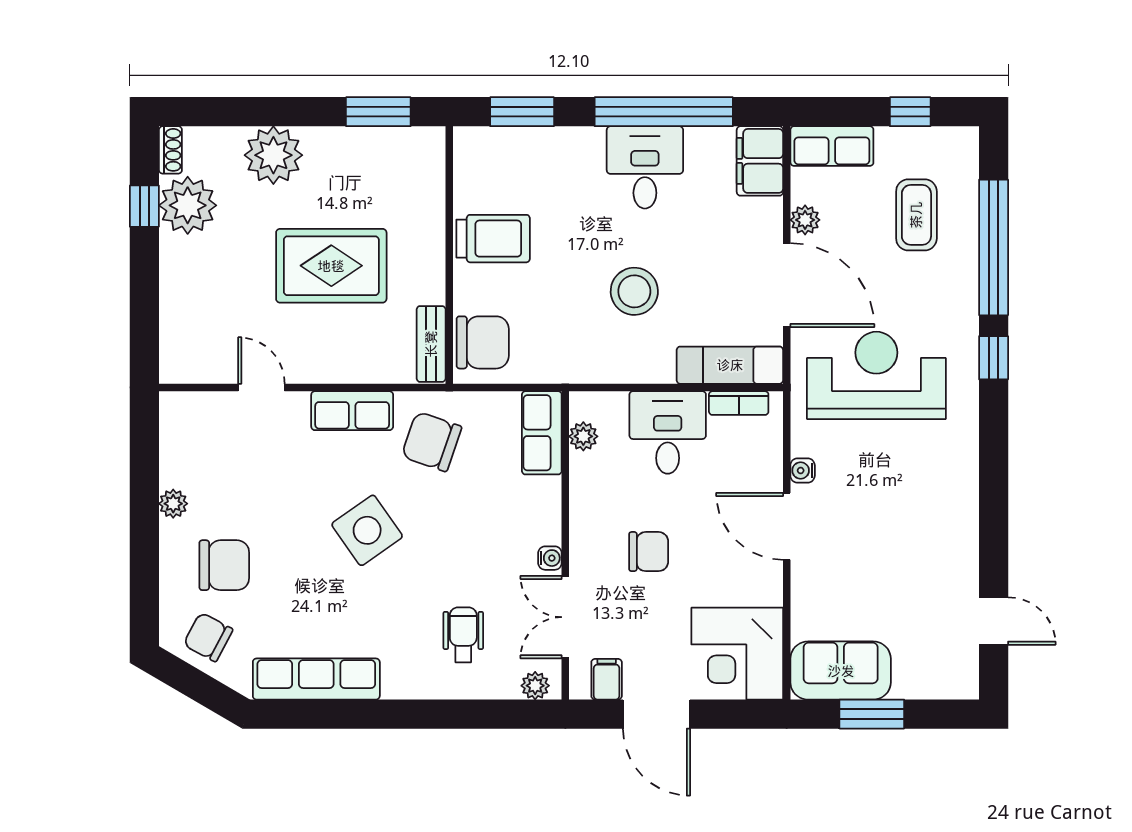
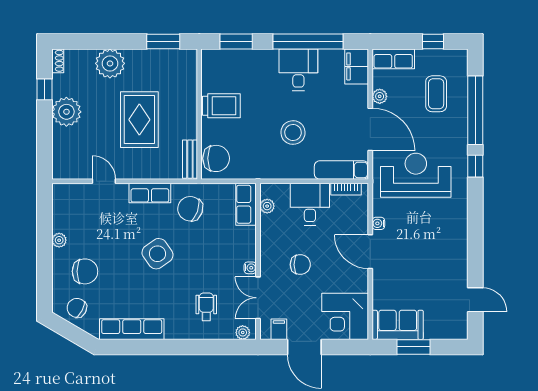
plant: (188, 205) -> (66, 112), moved
rug: (331, 266) -> (139, 120), turned 90

